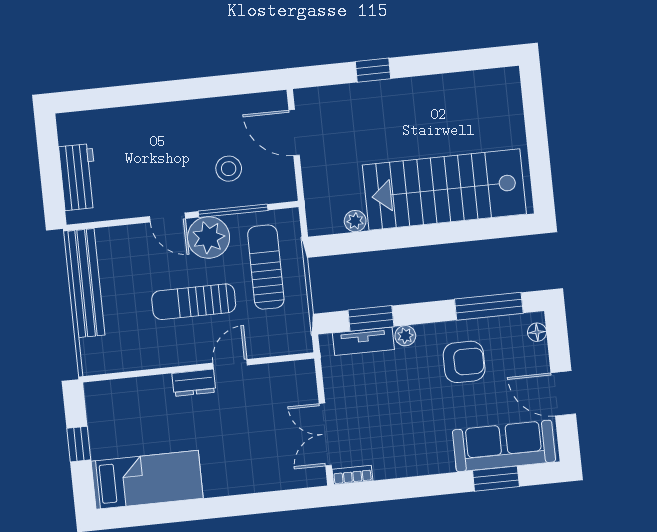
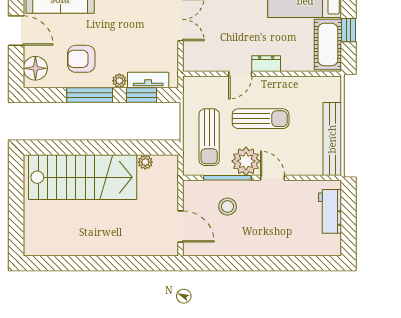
window: (373, 70) -> (123, 263), removed
window: (489, 306) -> (90, 95), moved
floor lamp: (537, 332) -> (35, 68), width x1.89, depth x1.89
cot: (107, 420) -> (328, 44), added

